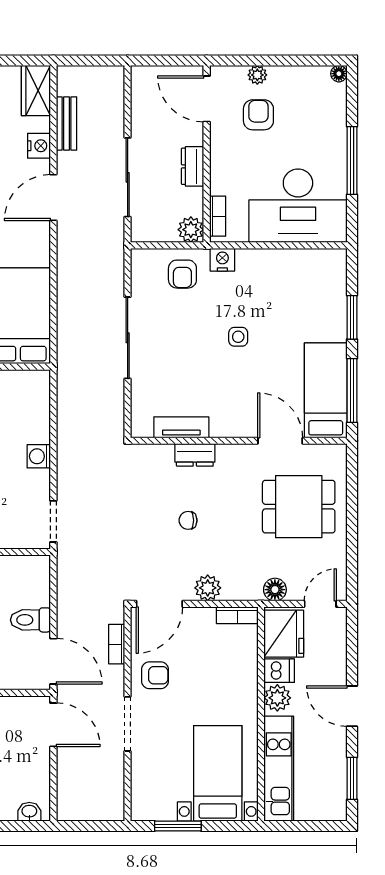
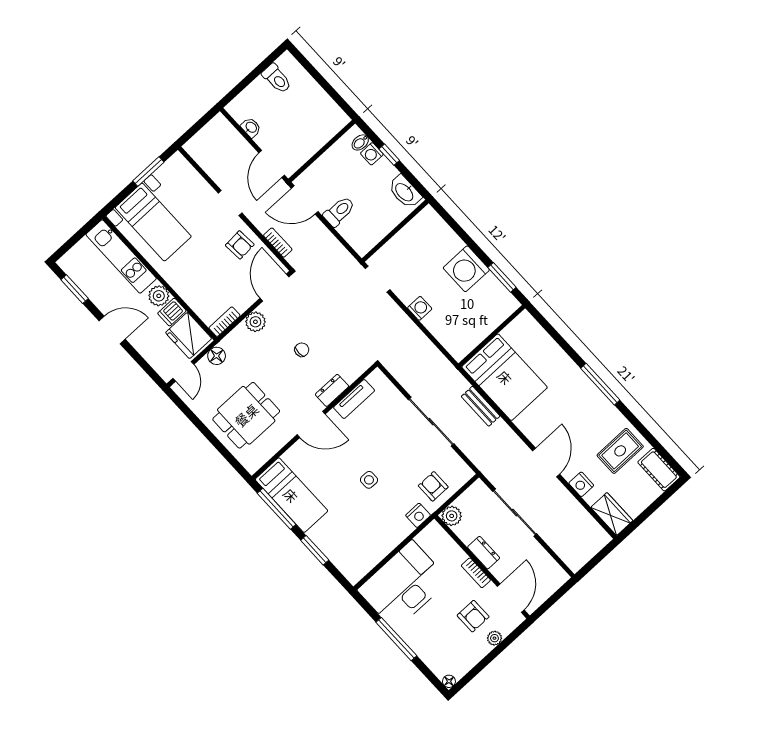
door: (207, 99) -> (511, 598), hinge flipped
bench: (66, 124) -> (481, 406), moved
bookcase: (218, 216) -> (476, 573), moved
door: (280, 441) -> (311, 424), moved
armchair: (155, 675) -> (240, 245), turned -94
doorway: (128, 724) -> (230, 203), width x0.73
door: (53, 725) -> (272, 164), hinge flipped
washbasin: (29, 812) -> (251, 127), moved, turned -90

